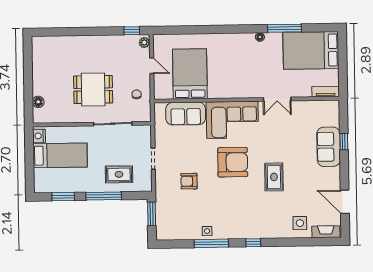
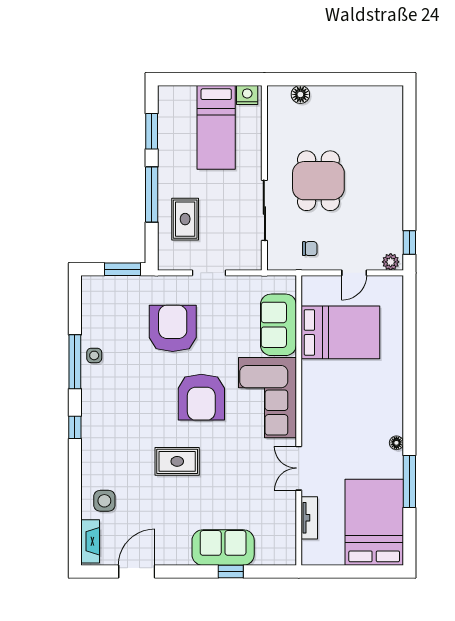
tv unit: (326, 92) -> (309, 518), moved
armchair: (189, 181) -> (173, 328), width x1.88, depth x1.88

